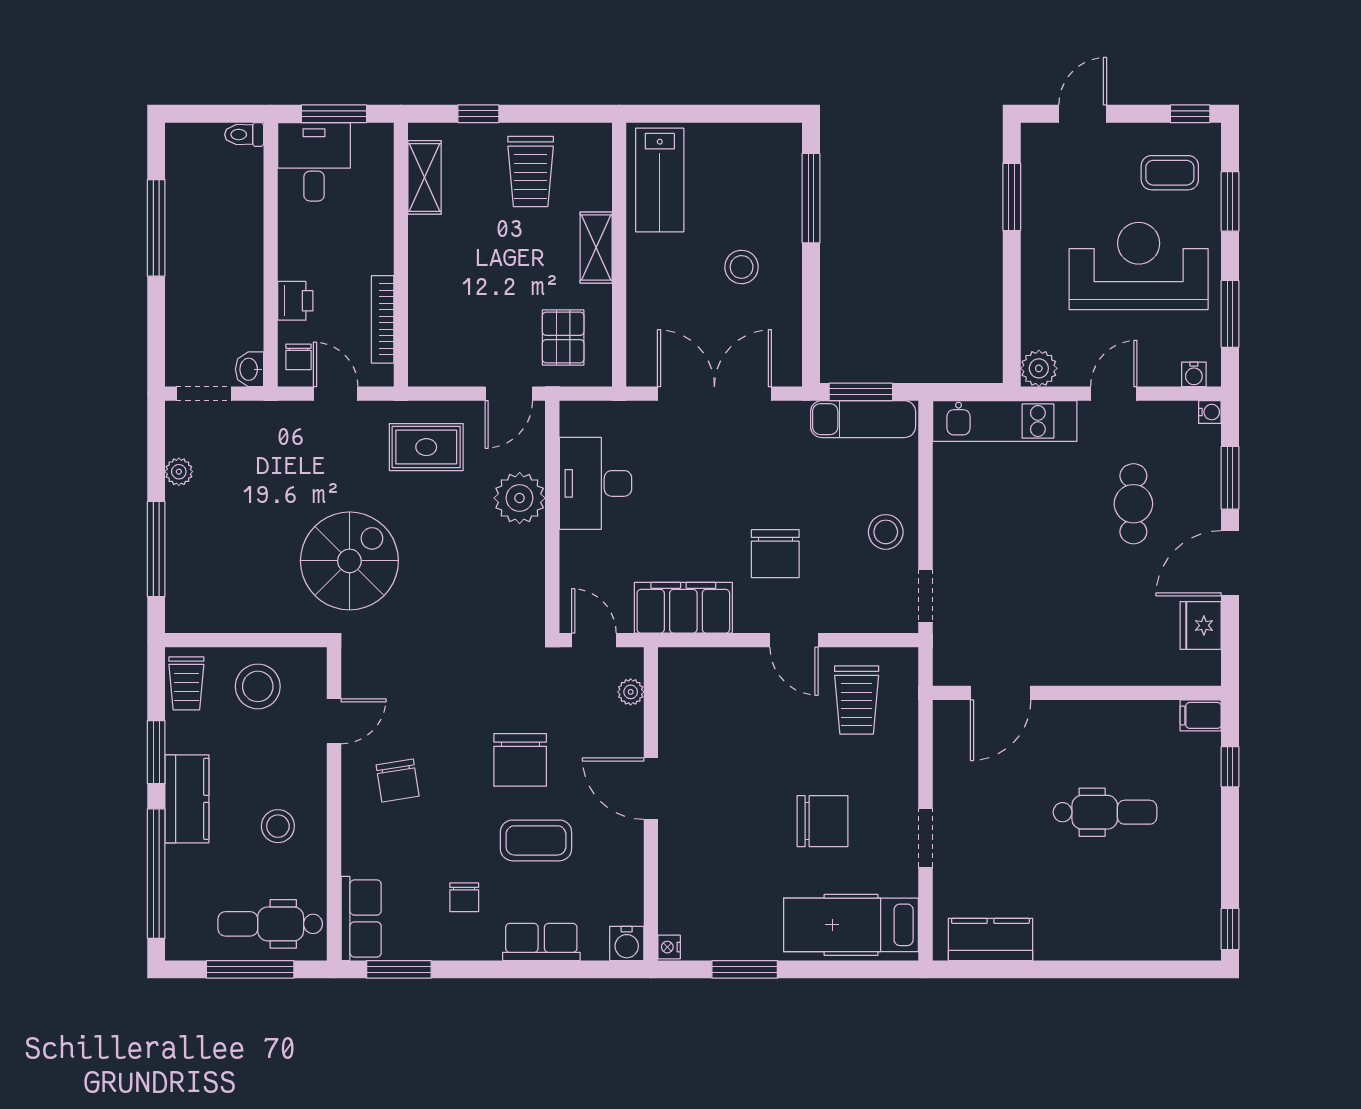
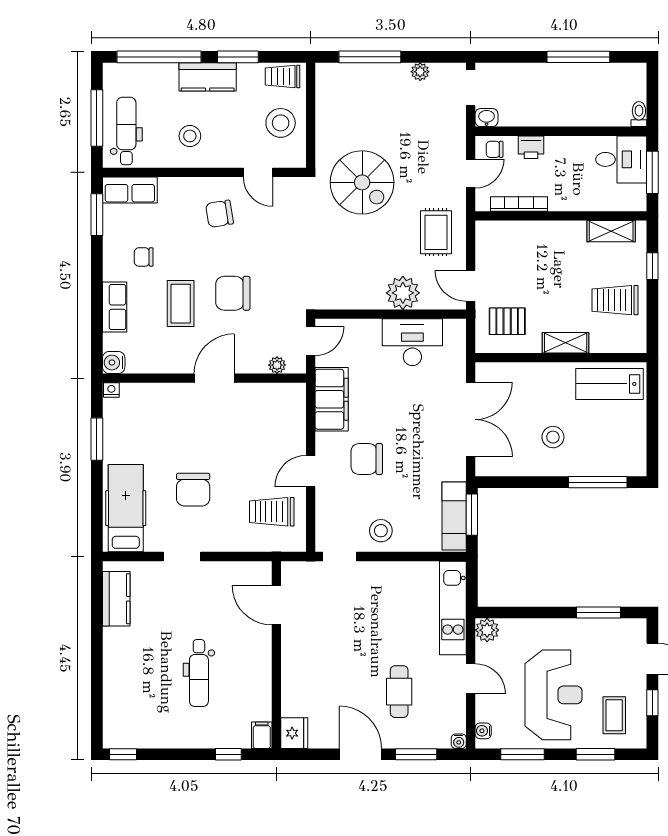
window: (1190, 114) -> (652, 703), moved
cafe table: (1133, 504) -> (399, 692), turned 90
fridge: (1201, 625) -> (294, 733), moved, turned 90

